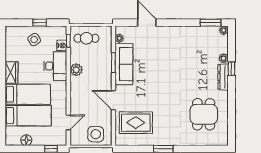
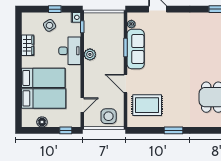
cafe table: (86, 38) -> (100, 24), removed
nightstand: (62, 45) -> (76, 17), moved
wardrobe: (11, 72) -> (28, 45), moved

